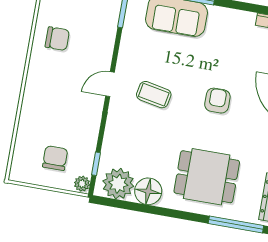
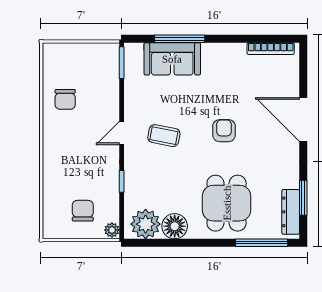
chair: (57, 39) -> (65, 99), turned 90
window: (96, 164) -> (122, 181), moved
dining table: (207, 177) -> (227, 203), turned 90

